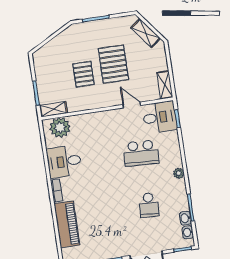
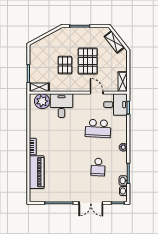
desk: (64, 161) -> (62, 106), moved, turned 90

